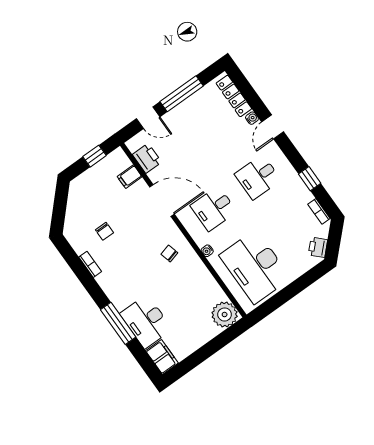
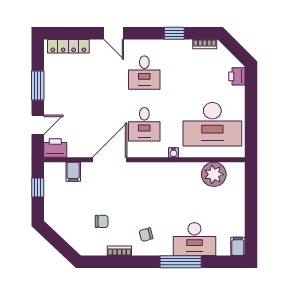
window: (182, 94) -> (38, 86), width x0.69
water cooler: (252, 118) -> (95, 45), removed
printer: (147, 158) -> (55, 148), moved
printer: (318, 247) -> (237, 76), moved, turned 45
chair: (169, 253) -> (146, 235), moved
plant: (225, 315) -> (214, 174), moved
filing cabinet: (162, 357) -> (238, 246), width x0.50

